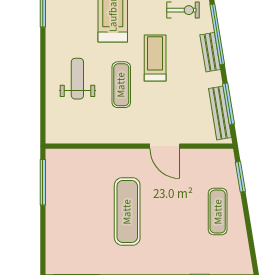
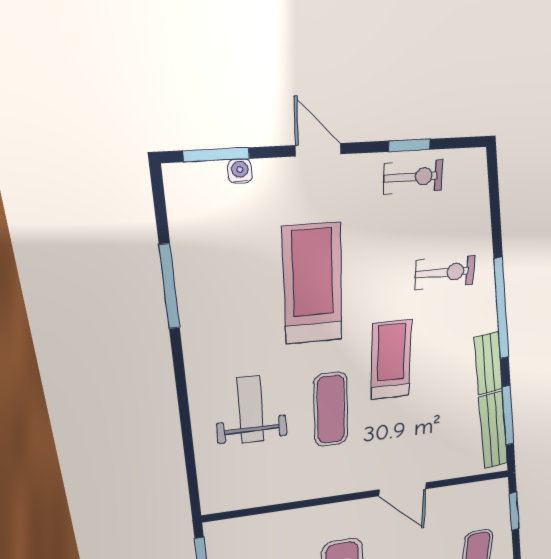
bench: (210, 52) -> (488, 364), moved

